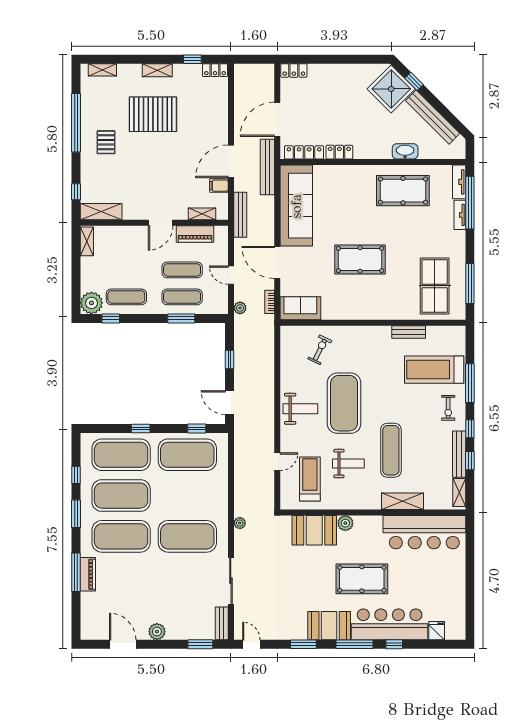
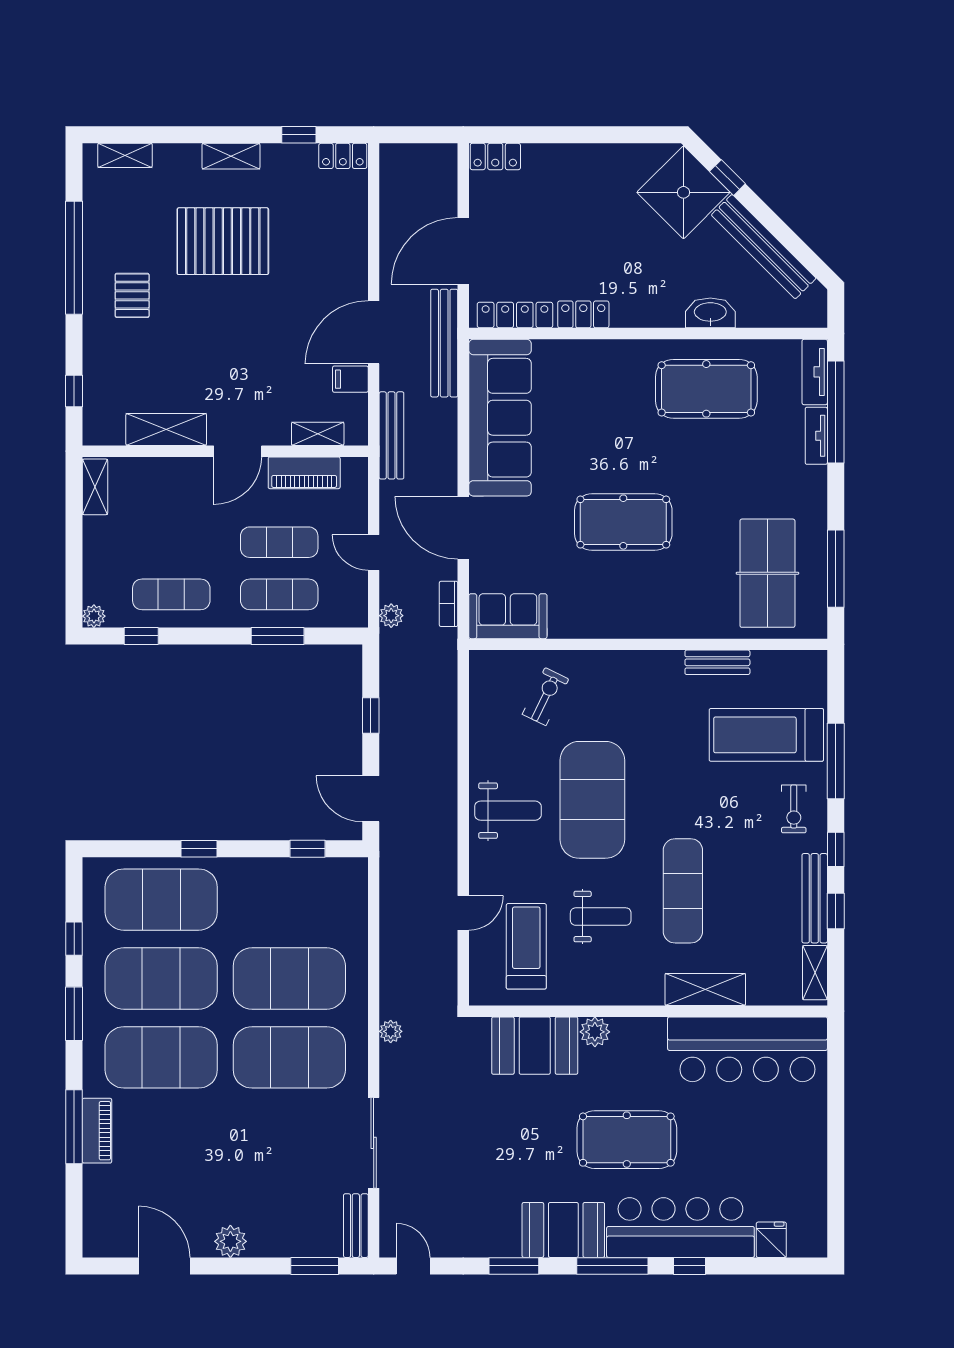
shelving: (101, 212) -> (166, 429), moved
plant: (91, 303) -> (94, 616), width x0.53, depth x0.53
exercise mat: (187, 455) -> (289, 978), moved

